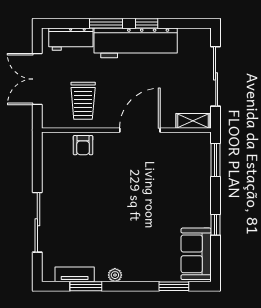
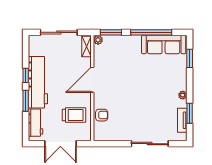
door: (140, 130) -> (92, 80), hinge flipped
plant: (204, 139) -> (98, 40), added
window: (216, 225) -> (151, 32), width x3.17
sofa: (196, 254) -> (164, 45), width x1.36

